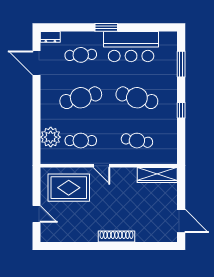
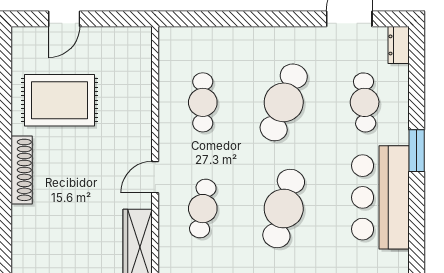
cafe table: (81, 98) -> (284, 102), turned 36
plant: (51, 137) -> (209, 45), removed
door: (101, 166) -> (155, 177), moved
rug: (69, 188) -> (59, 100), moved, turned 90

